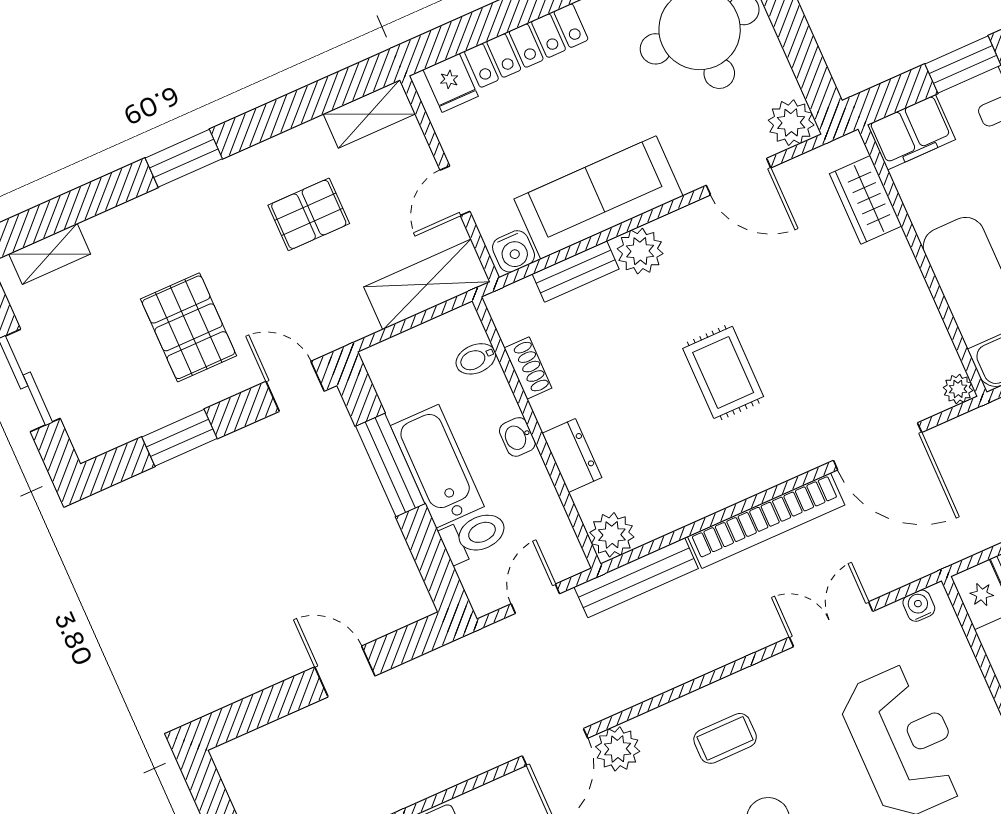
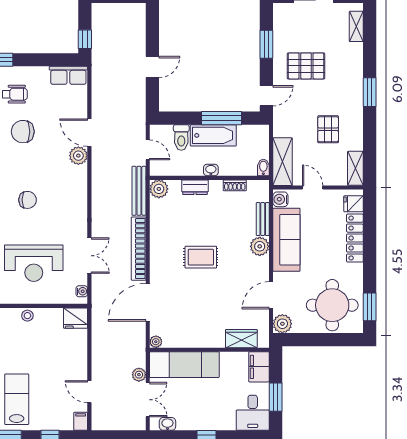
bidet: (476, 359) -> (263, 167), moved
coffee table: (725, 738) -> (64, 197), removed

